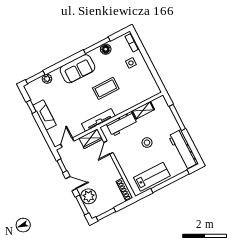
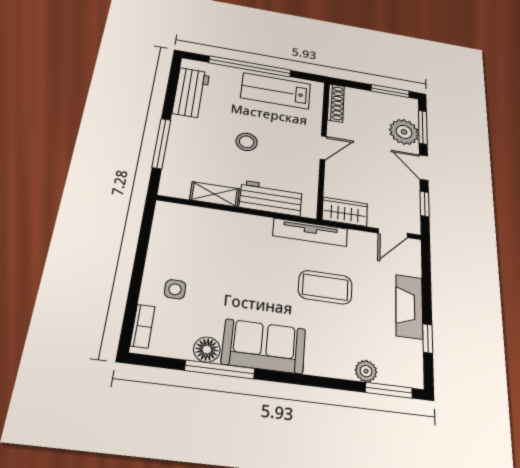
sofa: (77, 69) -> (264, 346), moved
coffee table: (106, 88) -> (325, 287), moved
door: (108, 148) -> (323, 148), moved
workbench: (183, 150) -> (191, 93), width x0.73

